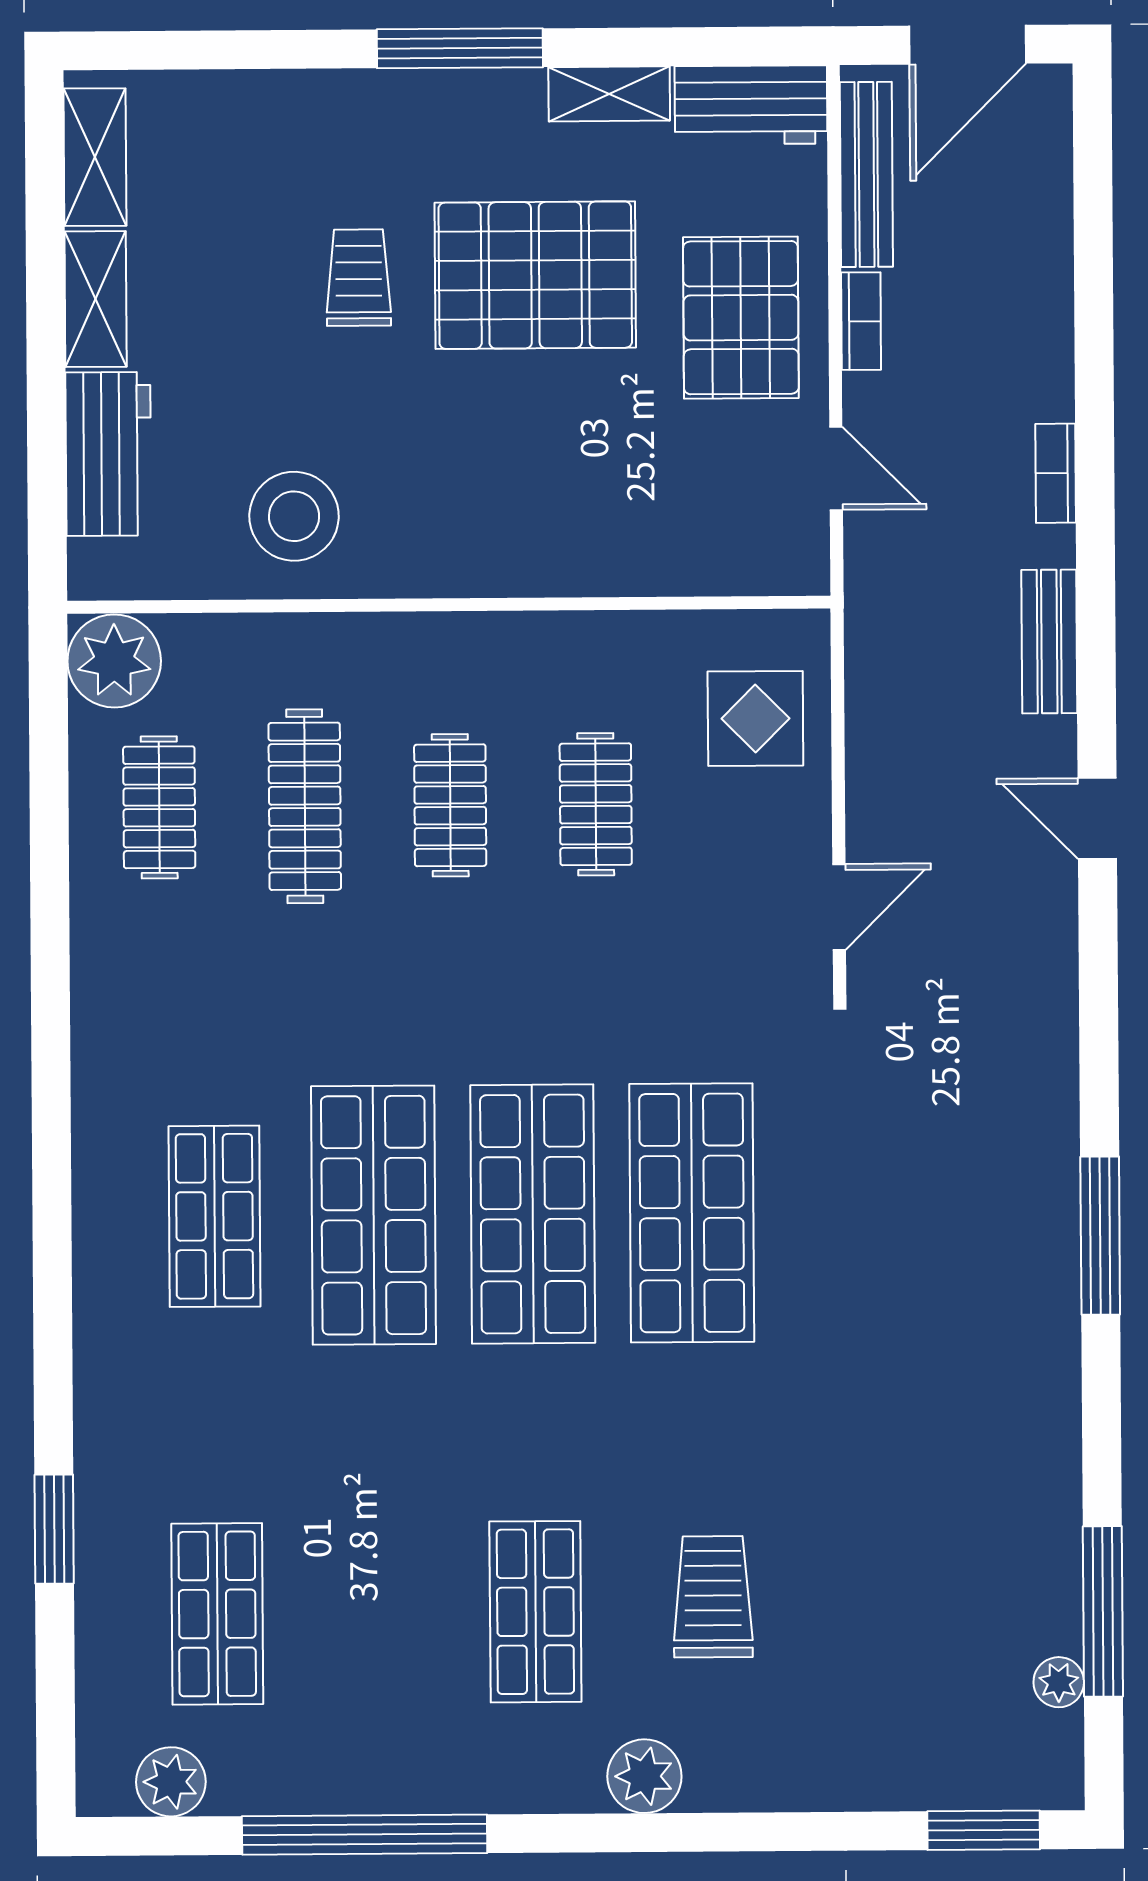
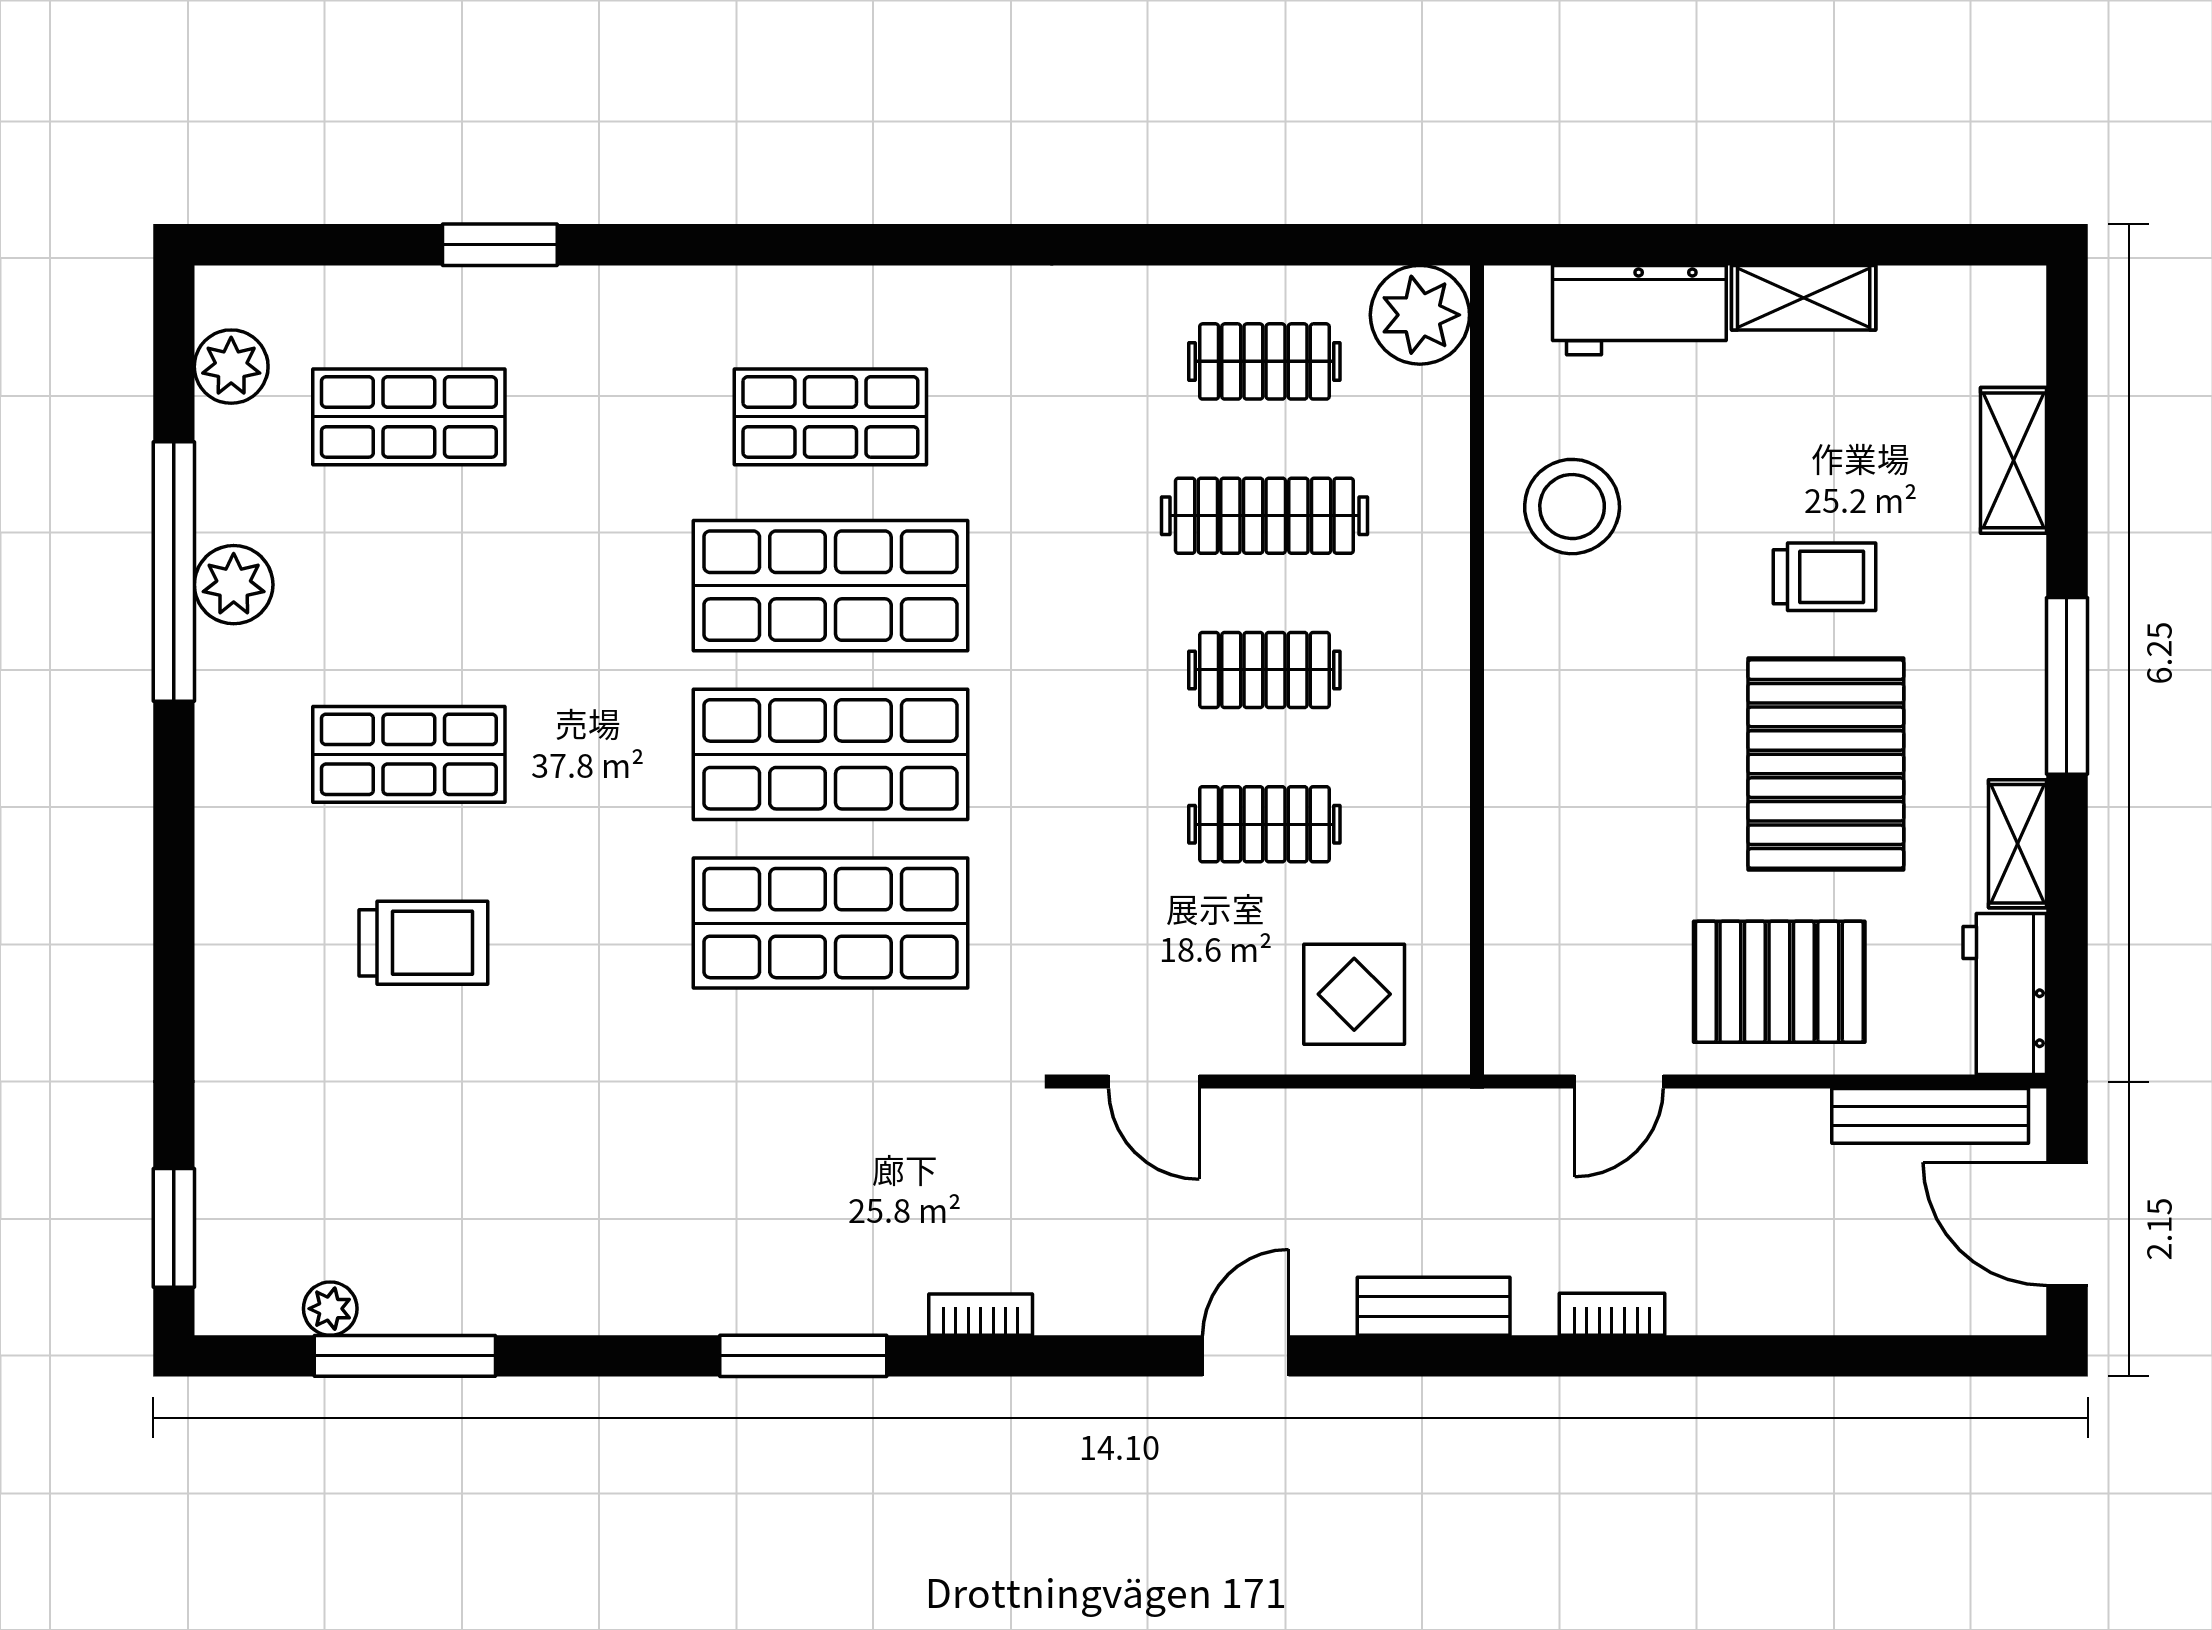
shelving: (95, 157) -> (2014, 460), moved, turned 90
bookcase: (861, 321) -> (981, 1315), moved, turned 180
plant: (644, 1776) -> (234, 585), moved

